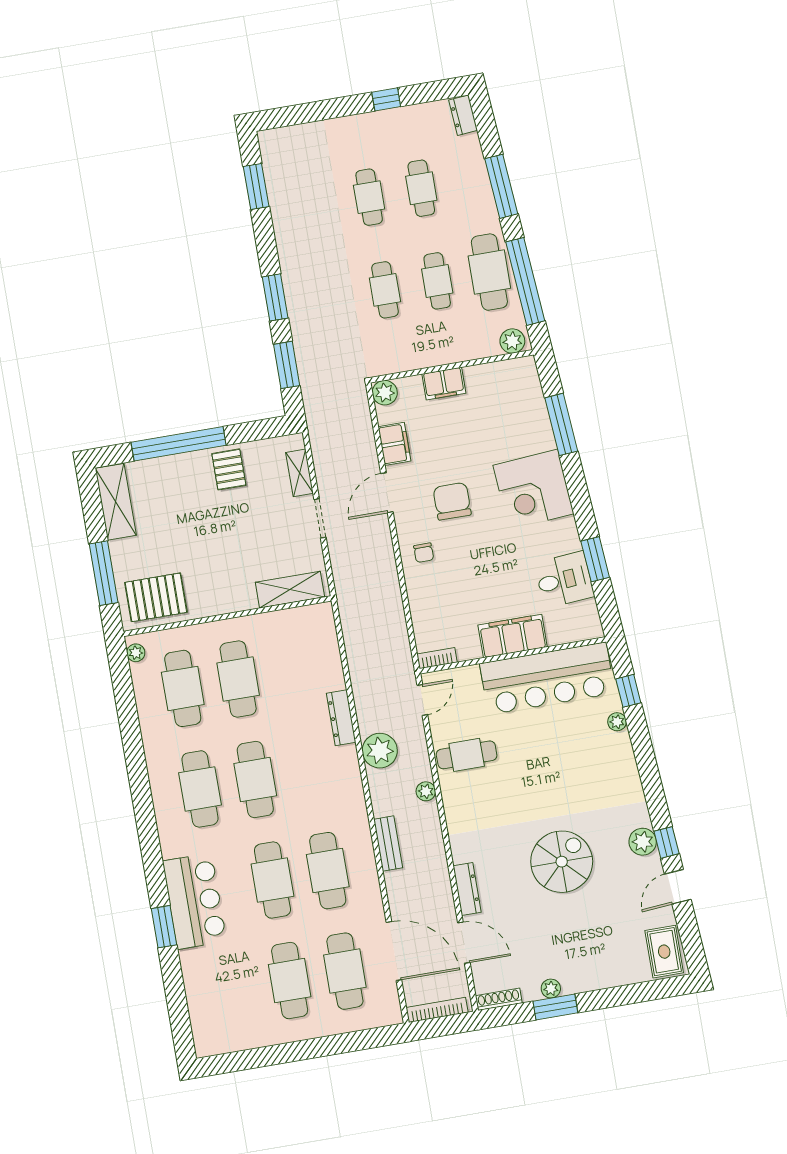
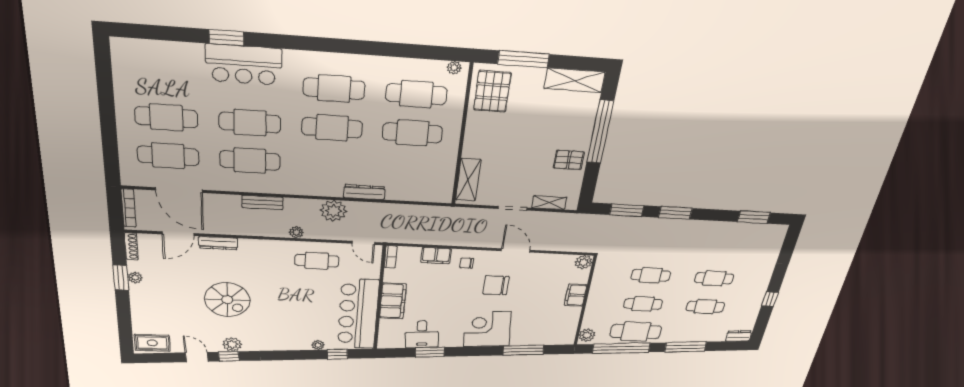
filing cabinet: (394, 444) -> (436, 256), moved
chair: (452, 501) -> (496, 285), turned 180
cafe table: (467, 755) -> (317, 261), turned 90
door: (394, 951) -> (179, 190), hinge flipped

